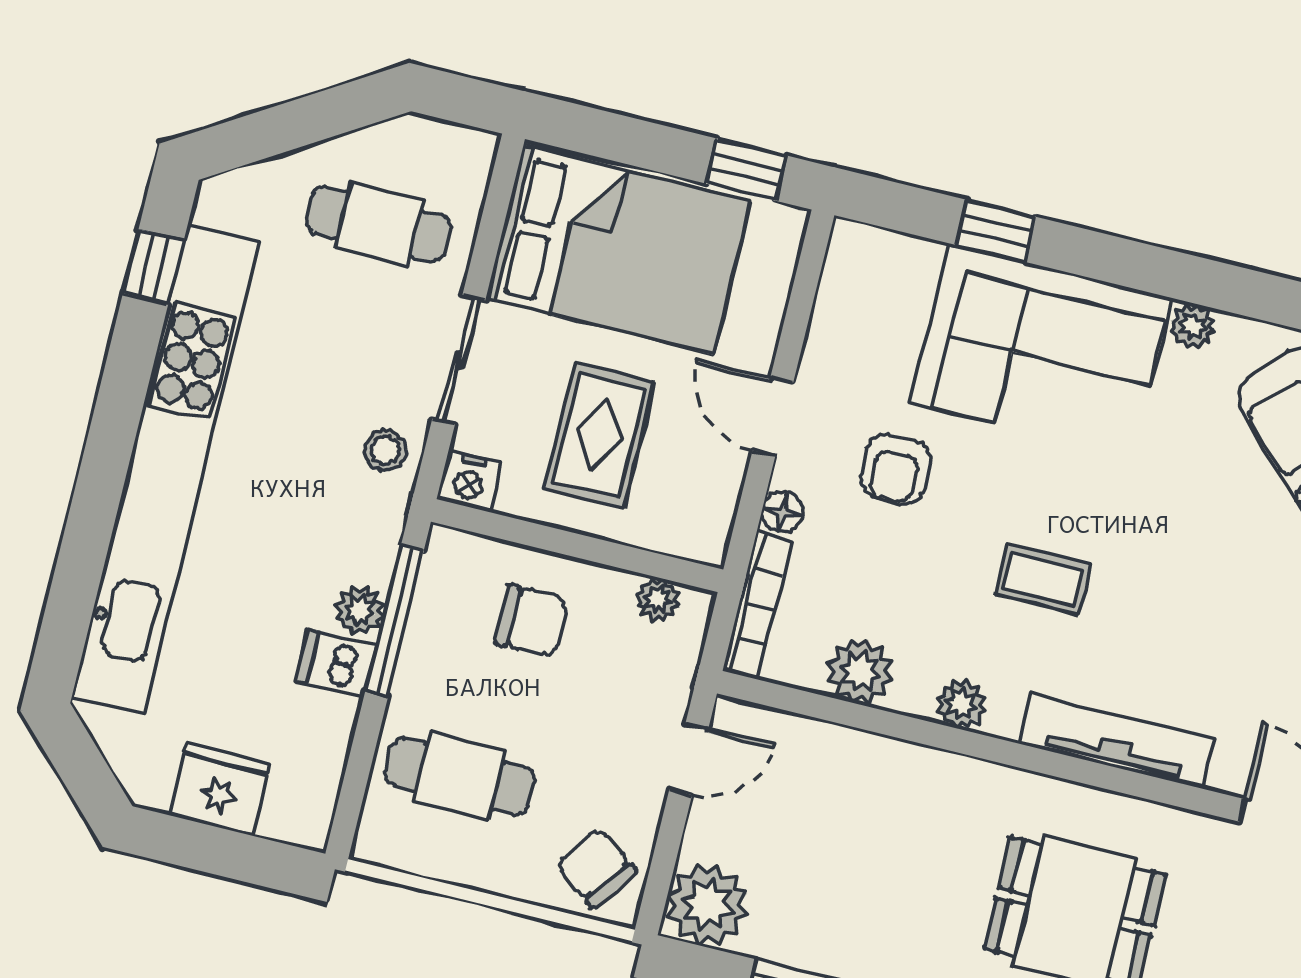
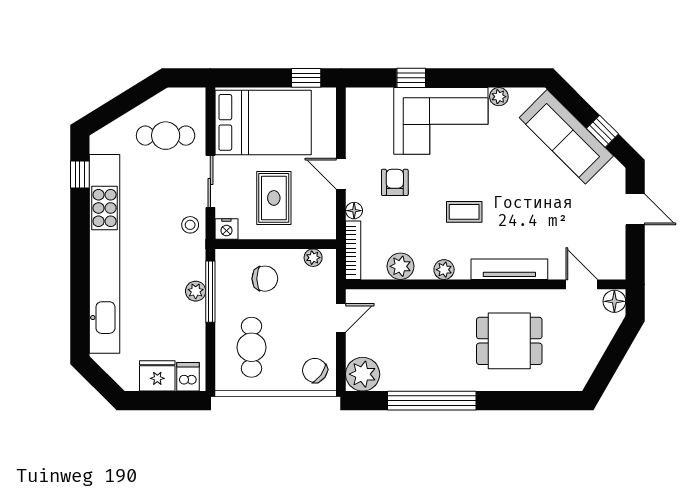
armchair: (895, 469) -> (395, 182), turned 180
dishwasher: (336, 663) -> (188, 377), moved, turned 90
cafe table: (460, 776) -> (251, 347), turned 90

